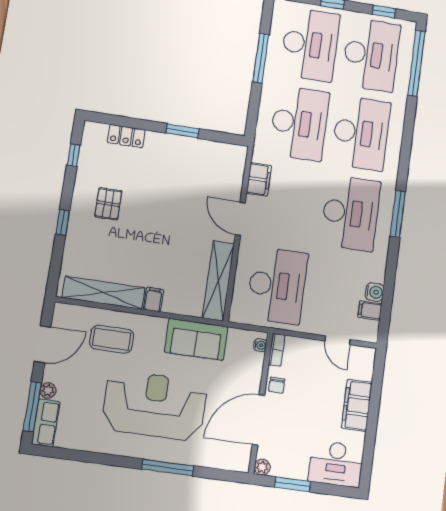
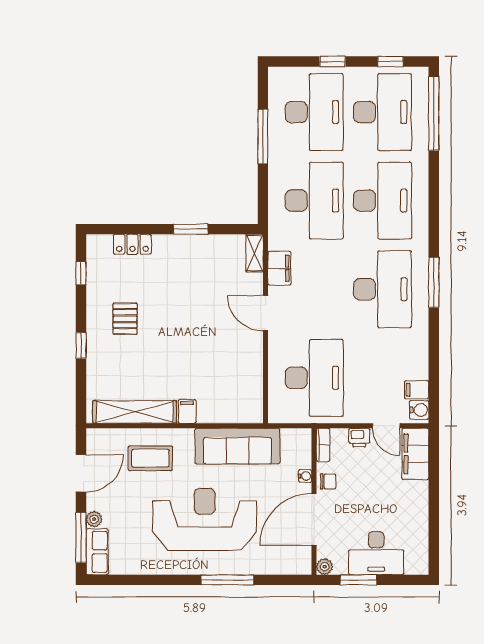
shelving: (218, 281) -> (255, 253), moved, width x0.45, depth x0.75
water cooler: (375, 292) -> (419, 410), moved
sofa: (196, 339) -> (238, 446), width x1.36
water cooler: (260, 345) -> (305, 476), moved
printer: (311, 348) -> (359, 438), added
chair: (277, 385) -> (328, 481), turned -90
filing cabinet: (357, 405) -> (415, 454), moved
desk: (336, 464) -> (376, 553), moved

